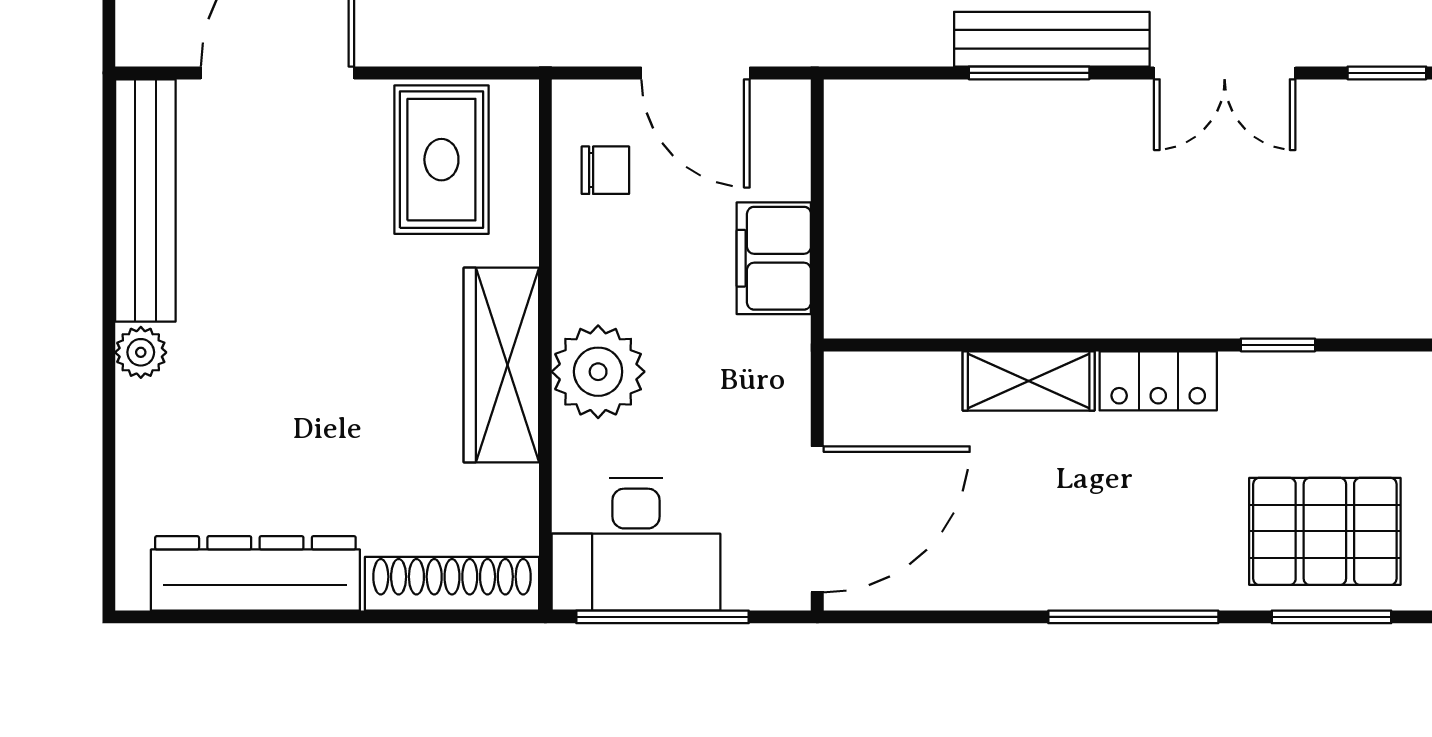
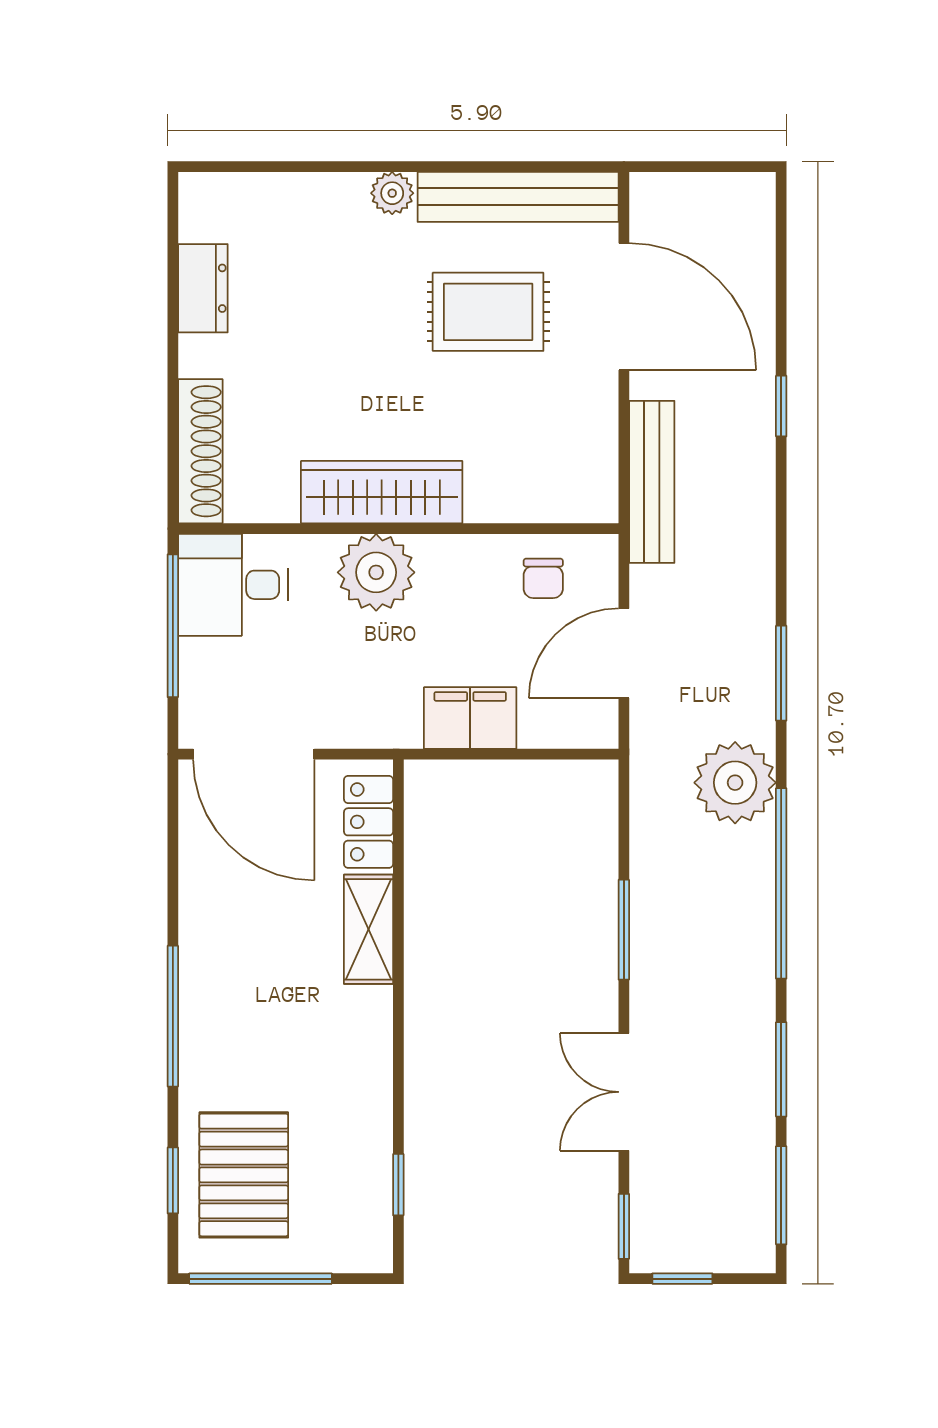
bench: (1052, 39) -> (652, 482), moved
rug: (441, 160) -> (488, 312), moved
window: (1278, 345) -> (398, 1185), moved
locker: (1158, 381) -> (369, 822), moved
desk: (636, 544) -> (233, 585), width x0.73
dresser: (255, 573) -> (203, 288), width x0.51, depth x0.80
window: (1331, 617) -> (173, 1180), width x0.67

